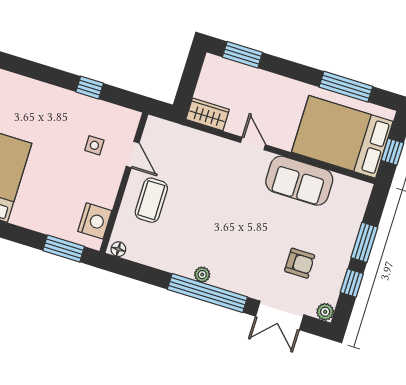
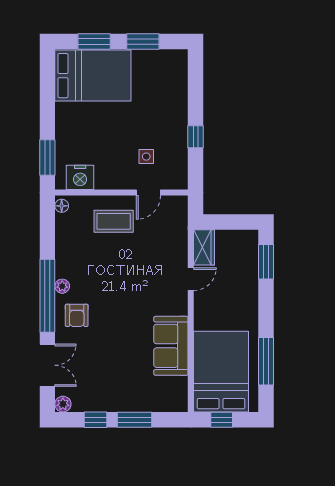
door: (253, 144) -> (191, 279), moved
armchair: (300, 263) -> (77, 315), moved
double door: (280, 315) -> (47, 365), swing flipped

